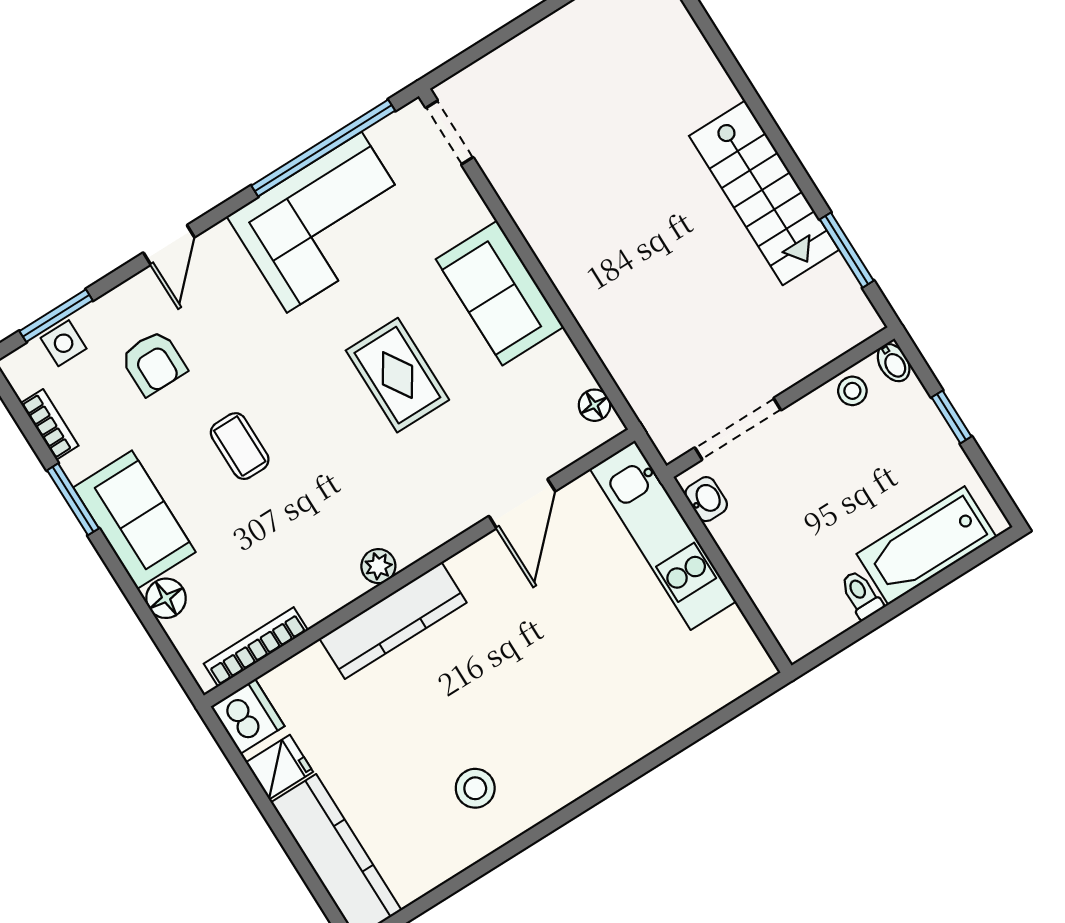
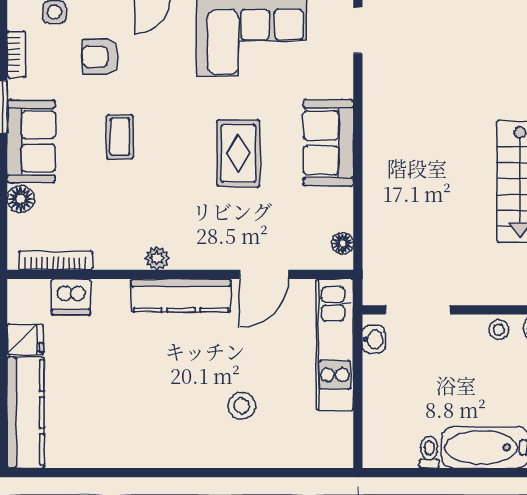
armchair: (154, 363) -> (100, 57), turned 90
kitchen counter: (393, 620) -> (181, 295), moved
dishwasher: (248, 716) -> (71, 297), moved, turned 90
stool: (475, 788) -> (242, 406), moved

